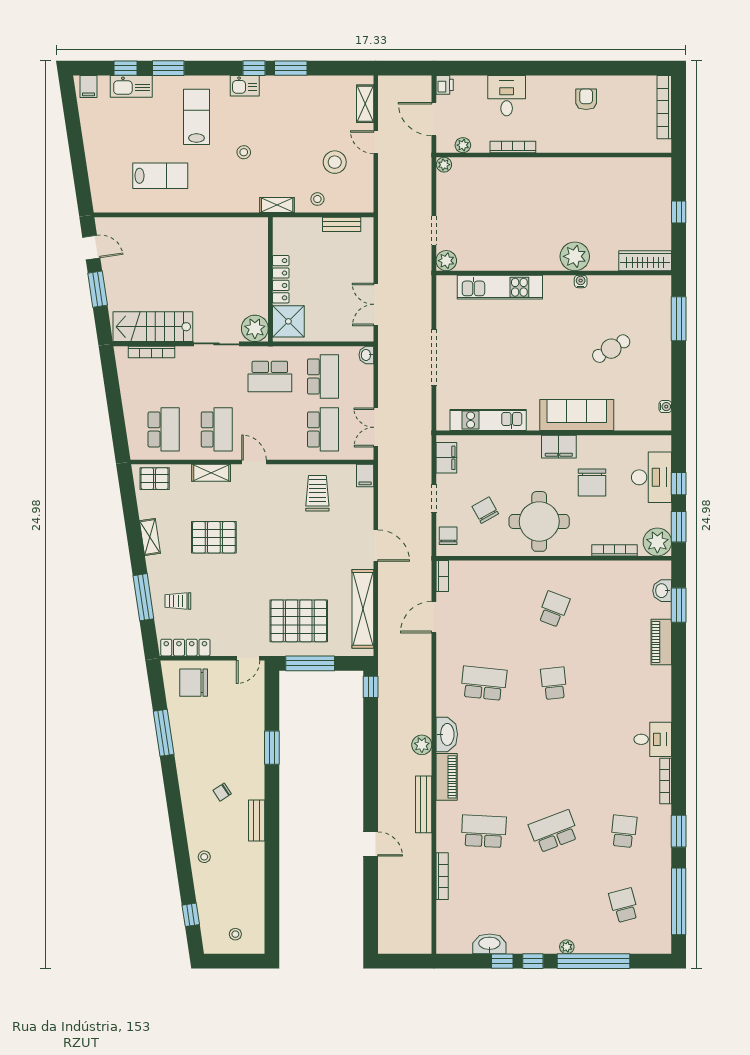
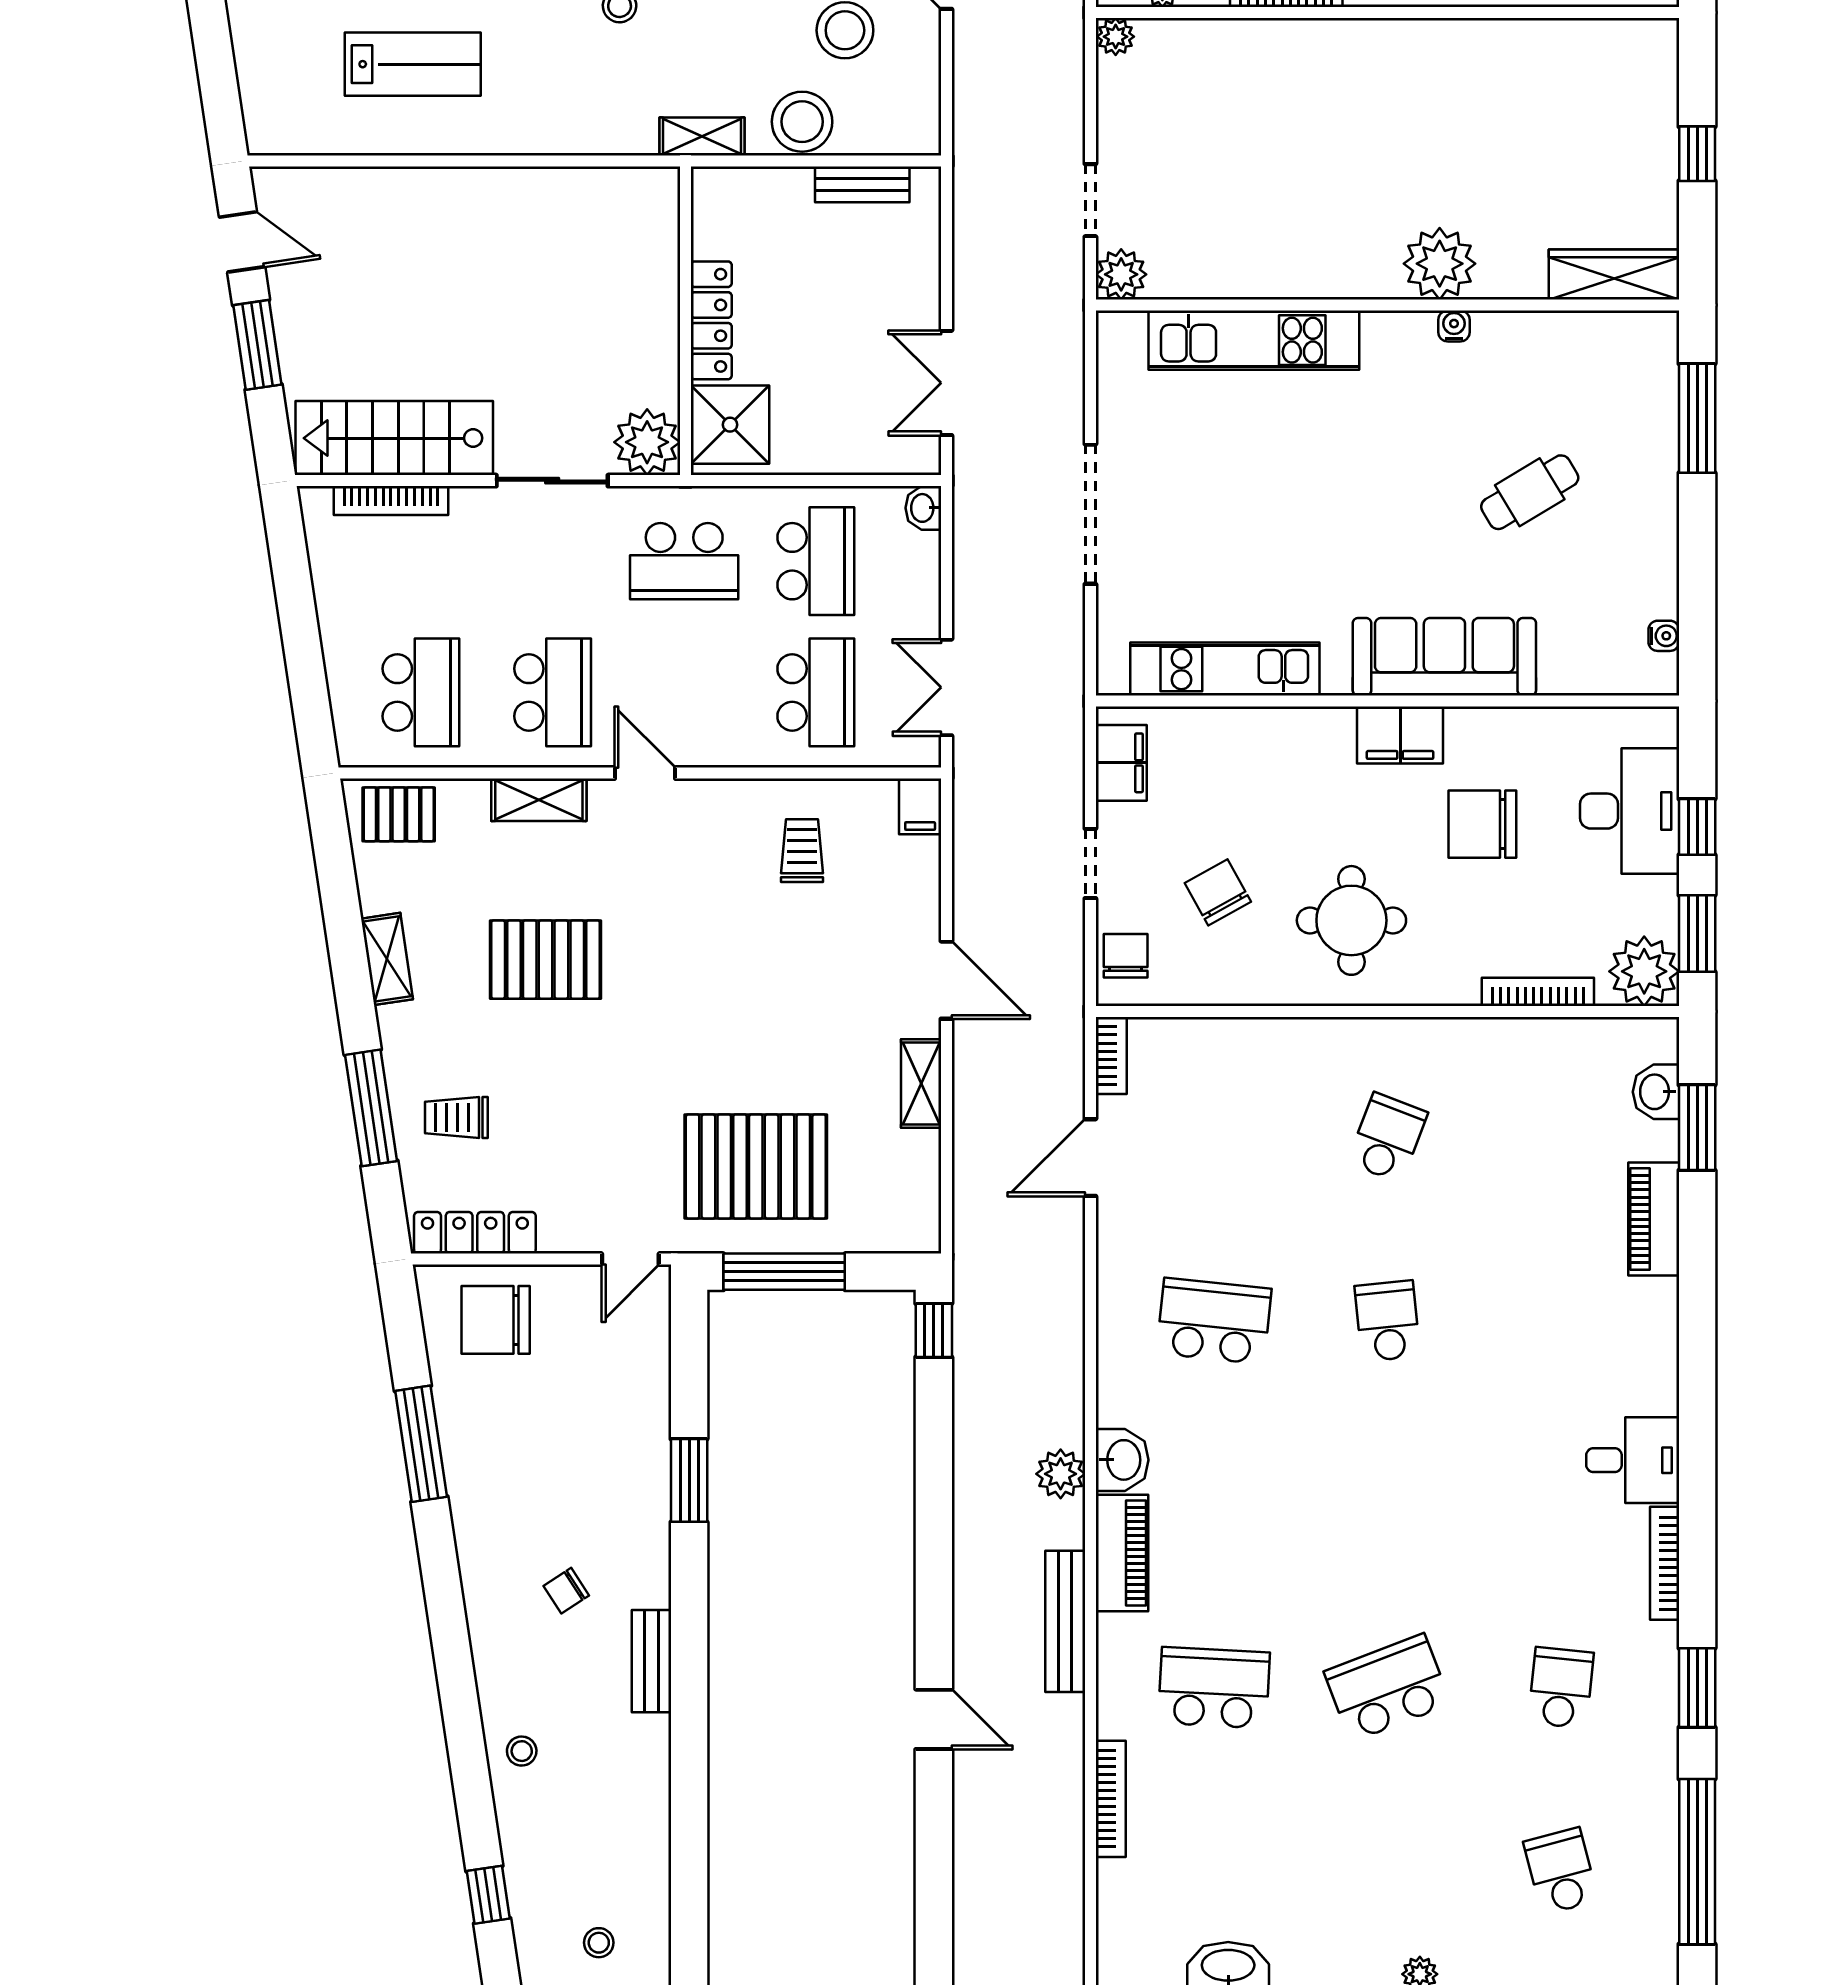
stool: (317, 199) -> (802, 122), width x1.89, depth x1.89
chair: (592, 483) -> (1482, 824), turned 90
trolley: (317, 493) -> (802, 851), width x0.73, depth x0.72
round table: (539, 521) -> (1351, 920), width x0.73, depth x0.73
shelving: (363, 609) -> (921, 1084), width x0.45, depth x0.75
washbasin: (447, 734) -> (1122, 1460), width x0.72

